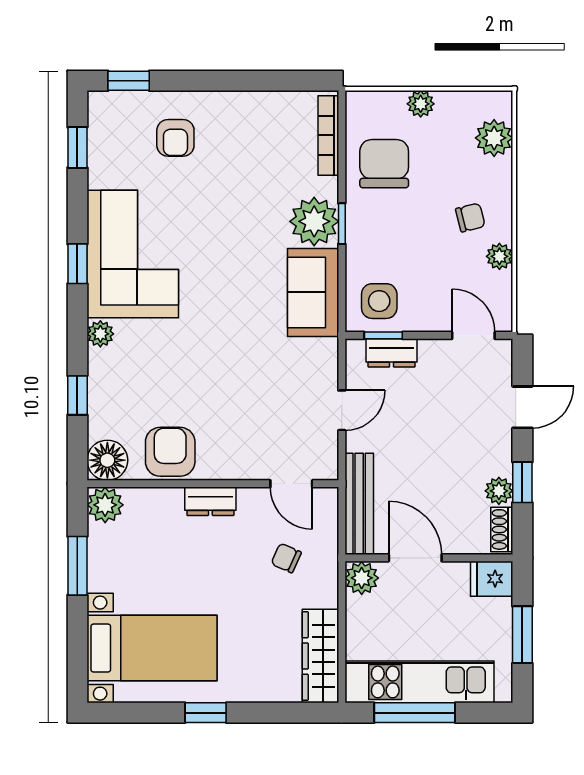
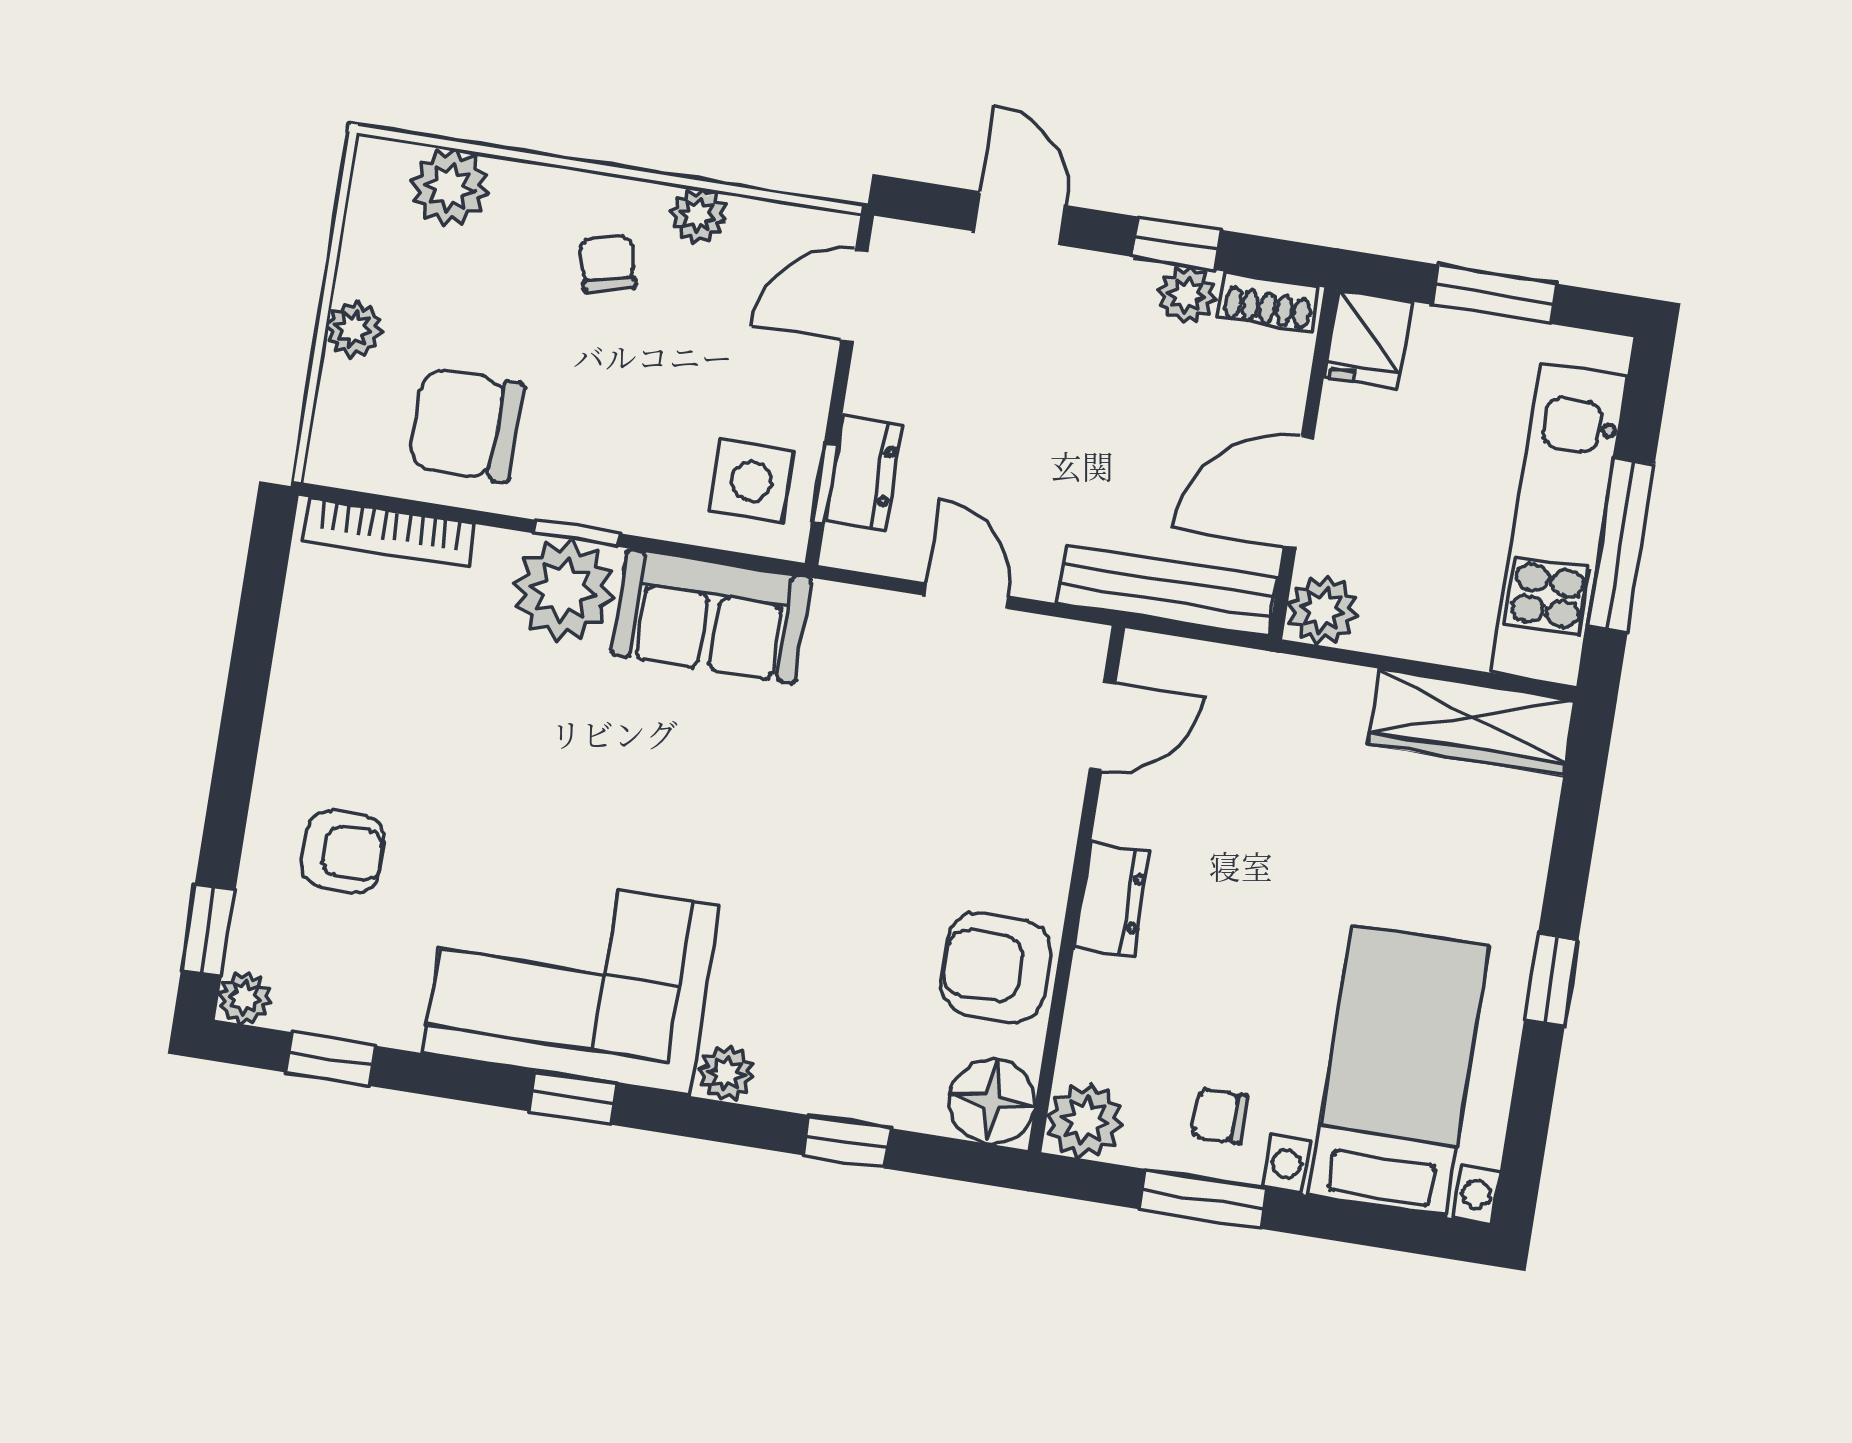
plant: (100, 103) -> (245, 998), added
chair: (286, 558) -> (1220, 1116), moved, turned 66

